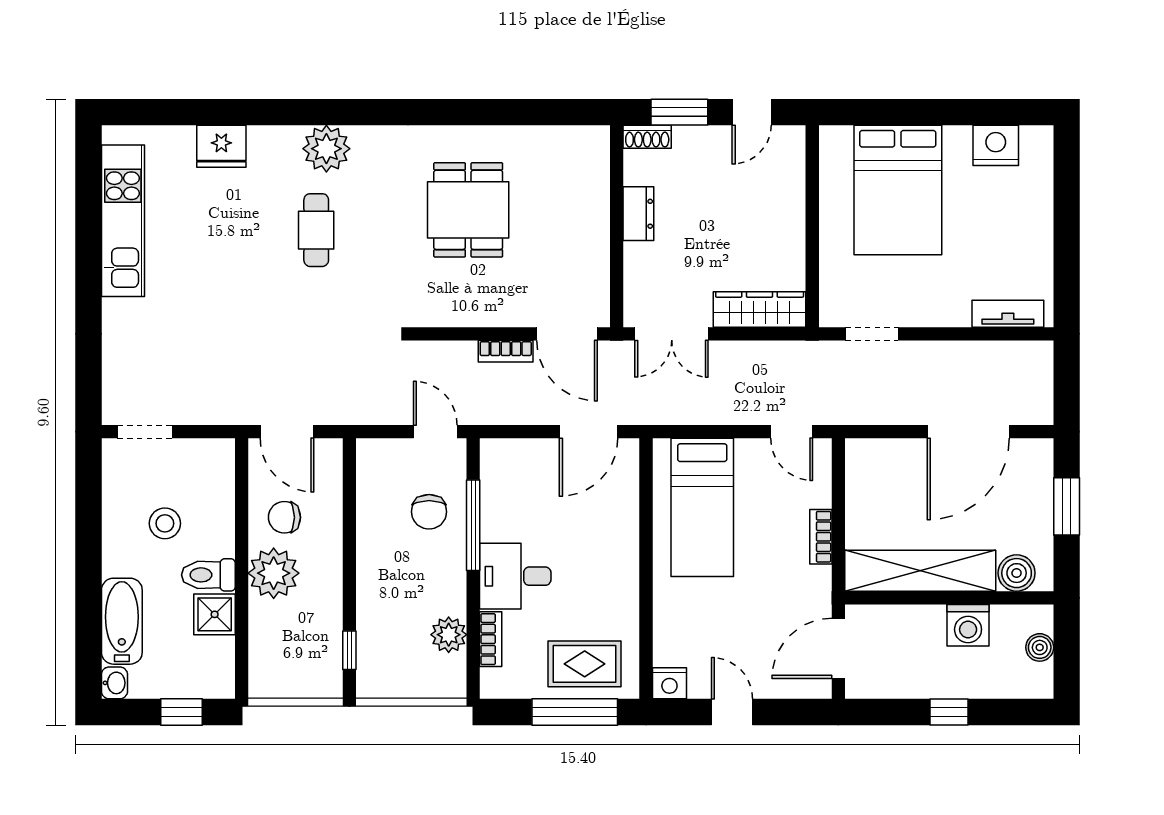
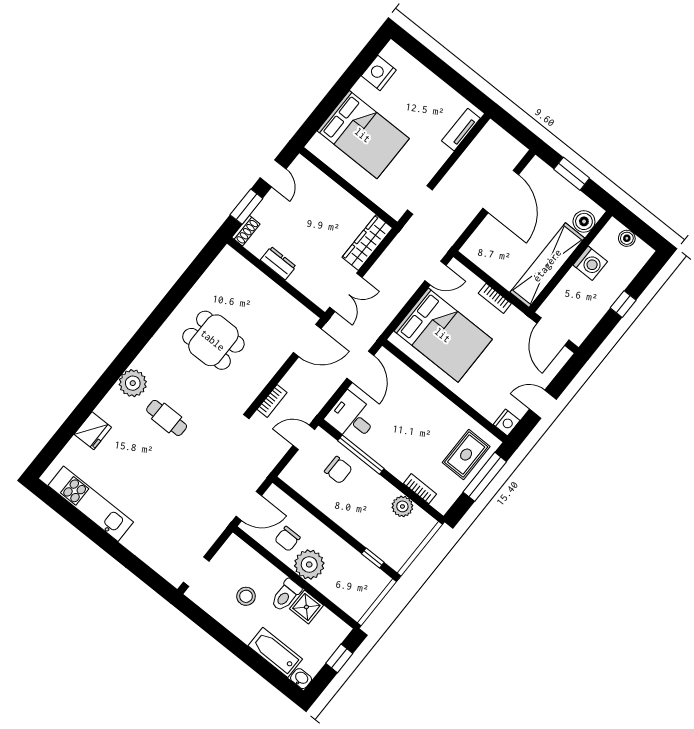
bookcase: (506, 351) -> (272, 401), moved
bed: (702, 507) -> (443, 335), width x1.50
desk: (515, 576) -> (352, 417), moved, turned 90

